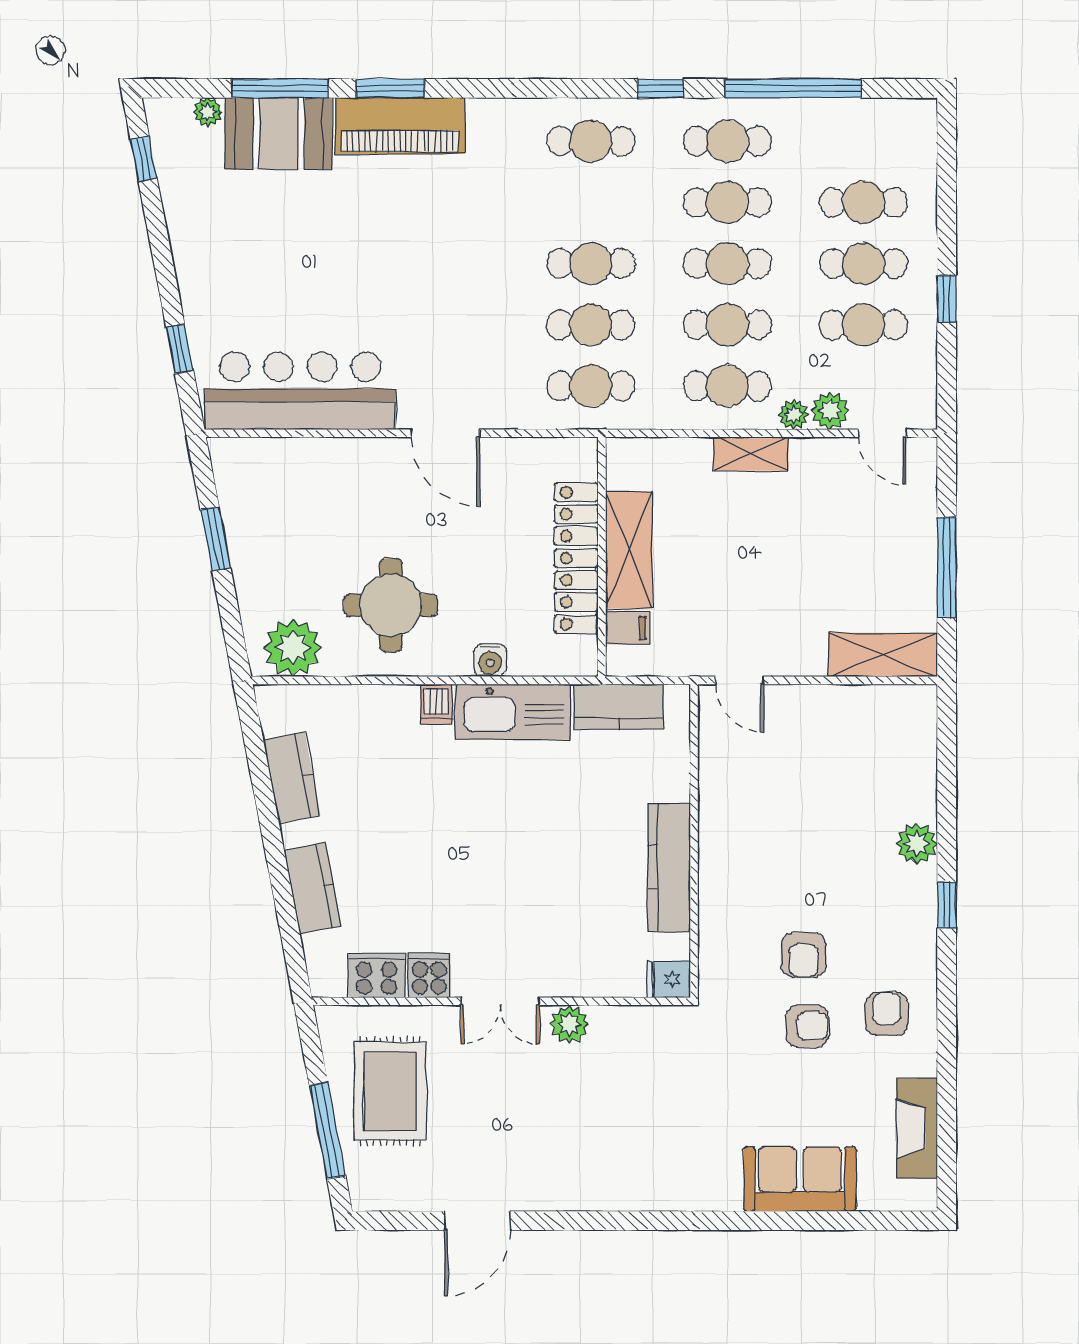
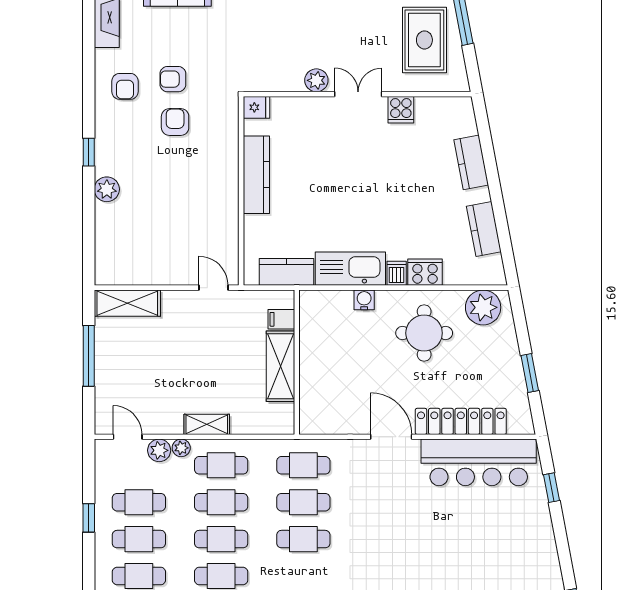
locker: (576, 558) -> (461, 421), moved, turned -90
cooker: (377, 975) -> (425, 272), moved, turned 180

